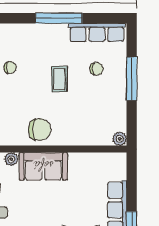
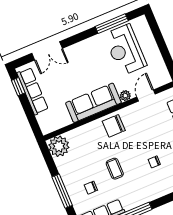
plant: (120, 139) -> (59, 146), width x1.87, depth x1.87
sofa: (43, 166) -> (93, 103), width x1.36

